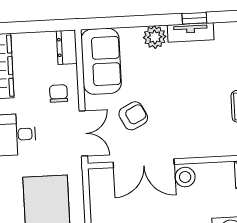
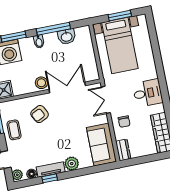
floor lamp: (223, 30) -> (32, 174), added
armchair: (133, 116) -> (40, 114), moved

